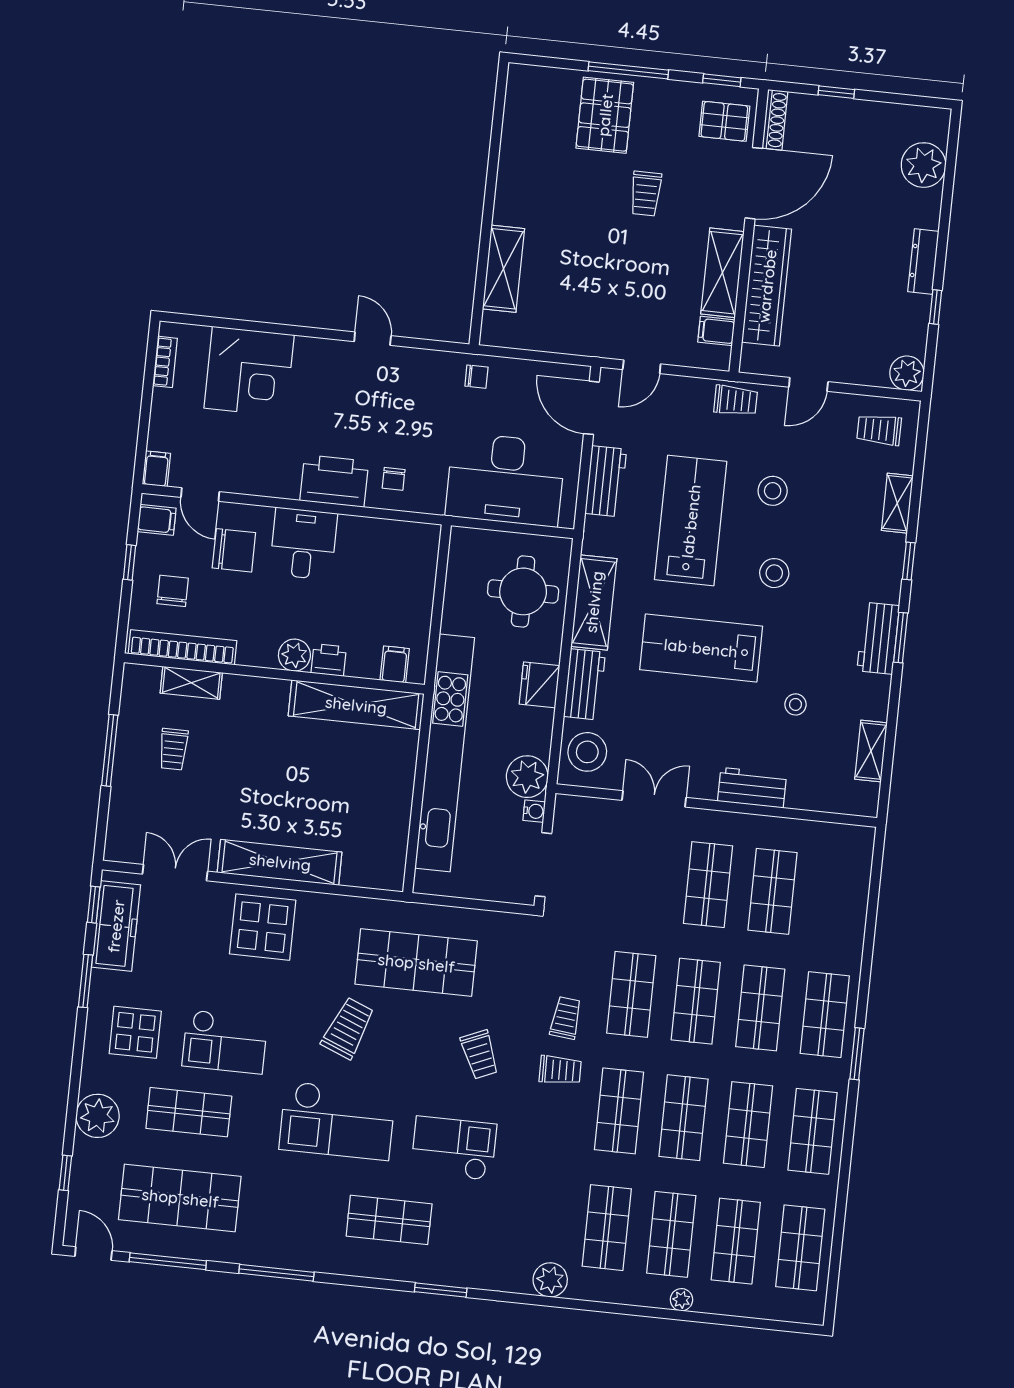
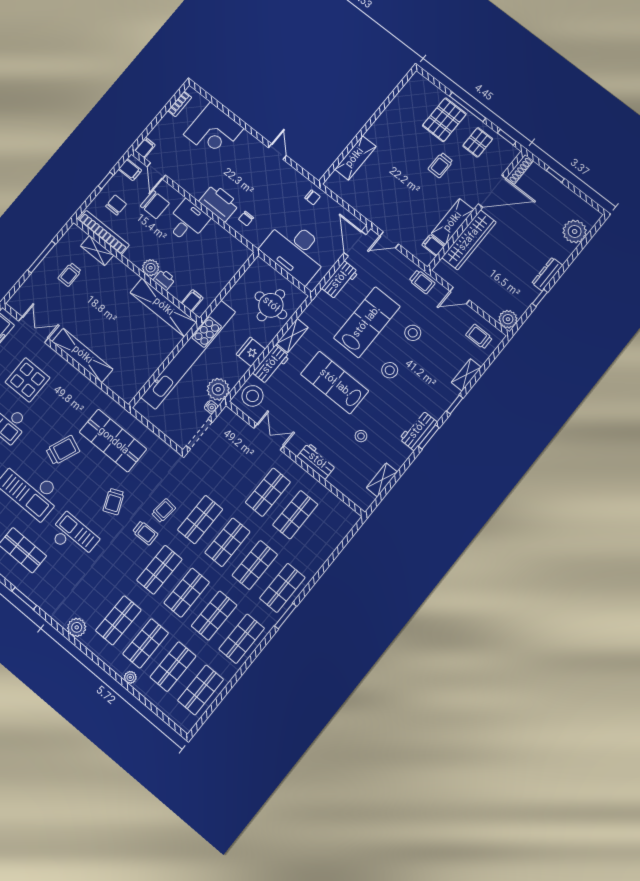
pallet: (724, 121) -> (478, 142), moved, turned 90
shelving: (594, 602) -> (292, 336), width x0.67, depth x0.75
display table: (263, 927) -> (27, 380), moved

